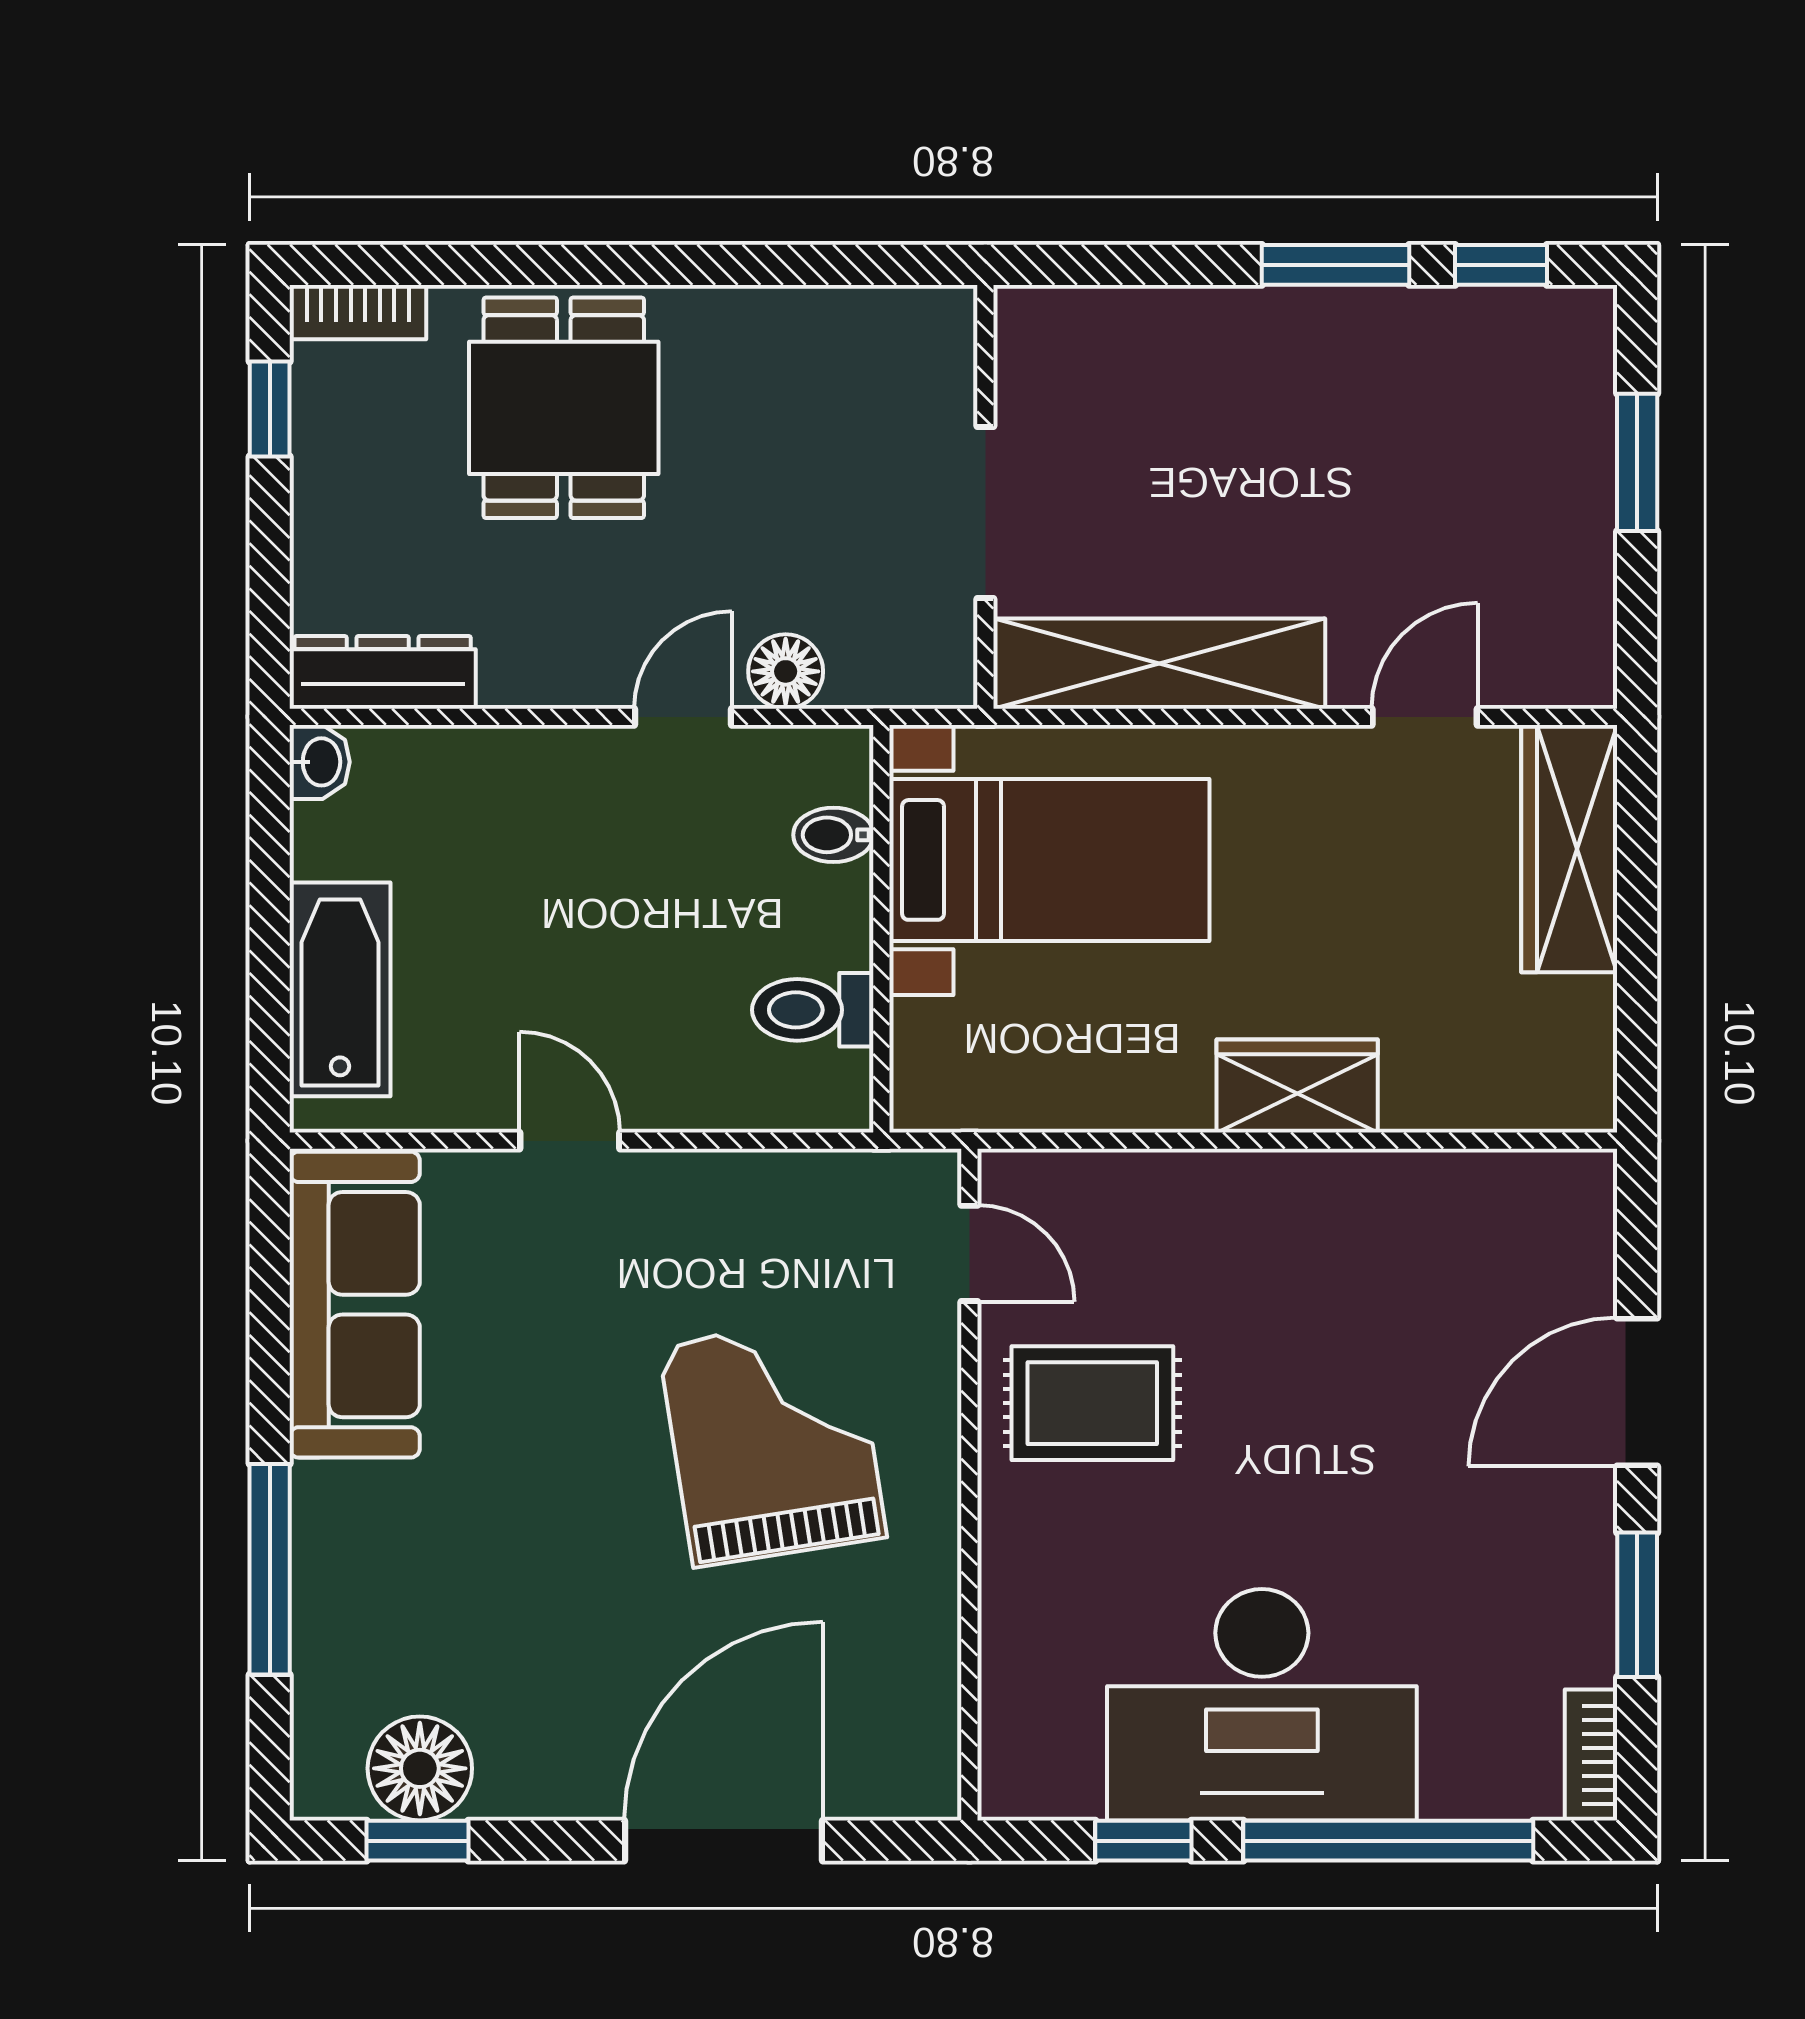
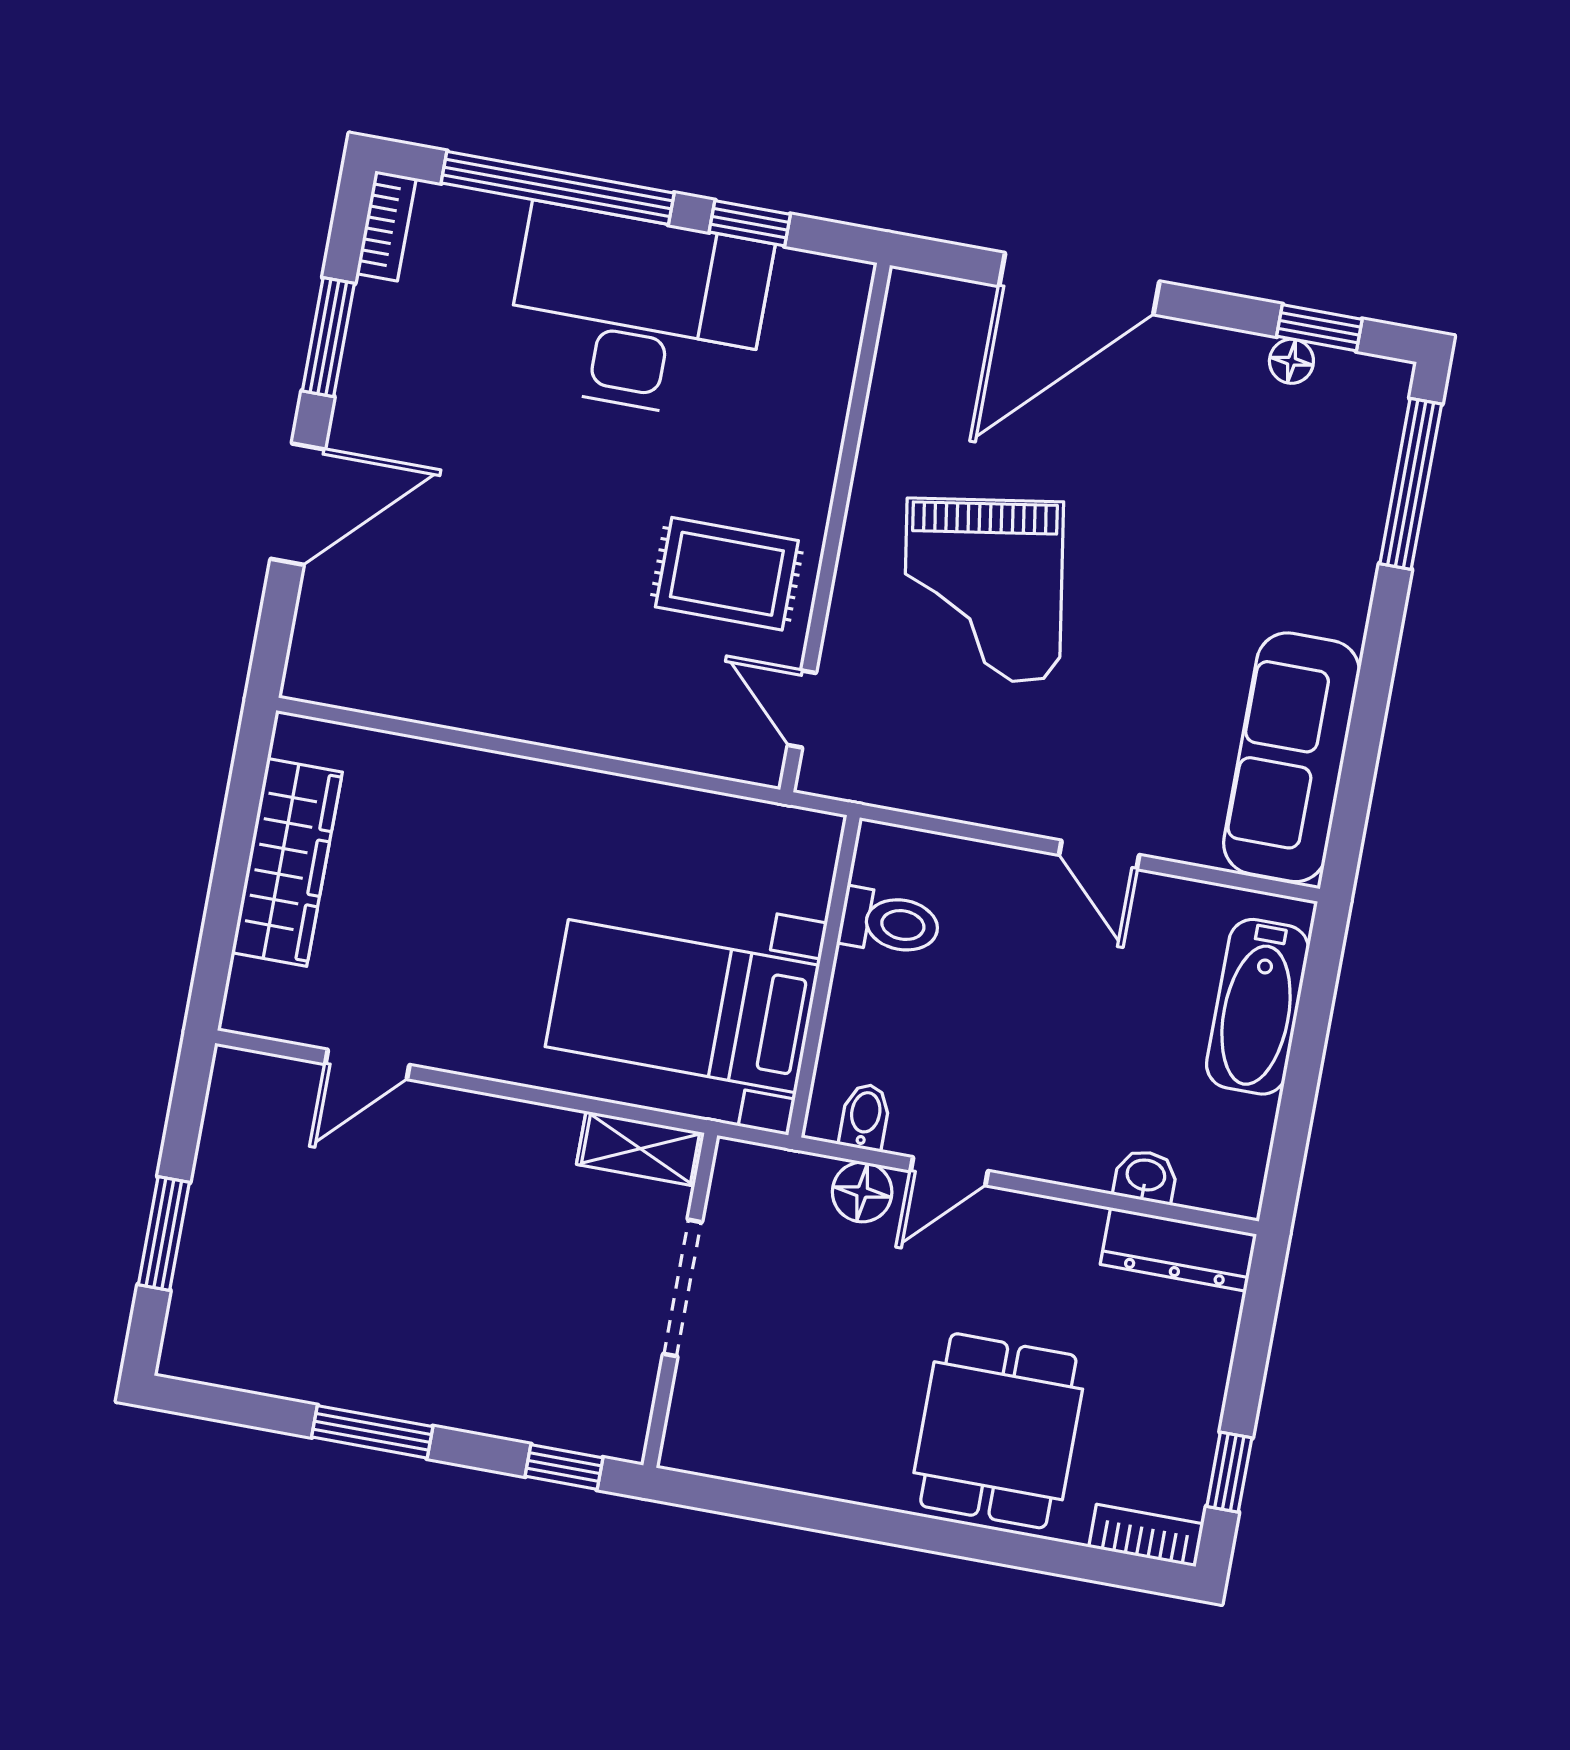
window: (1501, 265) -> (564, 1467), moved
shelving: (1159, 664) -> (640, 1149), width x0.45, depth x0.75
washbasin: (320, 762) -> (1146, 1176), moved, turned 90
bidet: (833, 835) -> (865, 1117), moved, turned -90
wardrobe: (1569, 849) -> (287, 862), moved
wardrobe: (1297, 1086) -> (521, 793), removed
window: (270, 1569) -> (1411, 484), moved
floor lamp: (420, 1768) -> (1291, 361), width x0.53, depth x0.53

